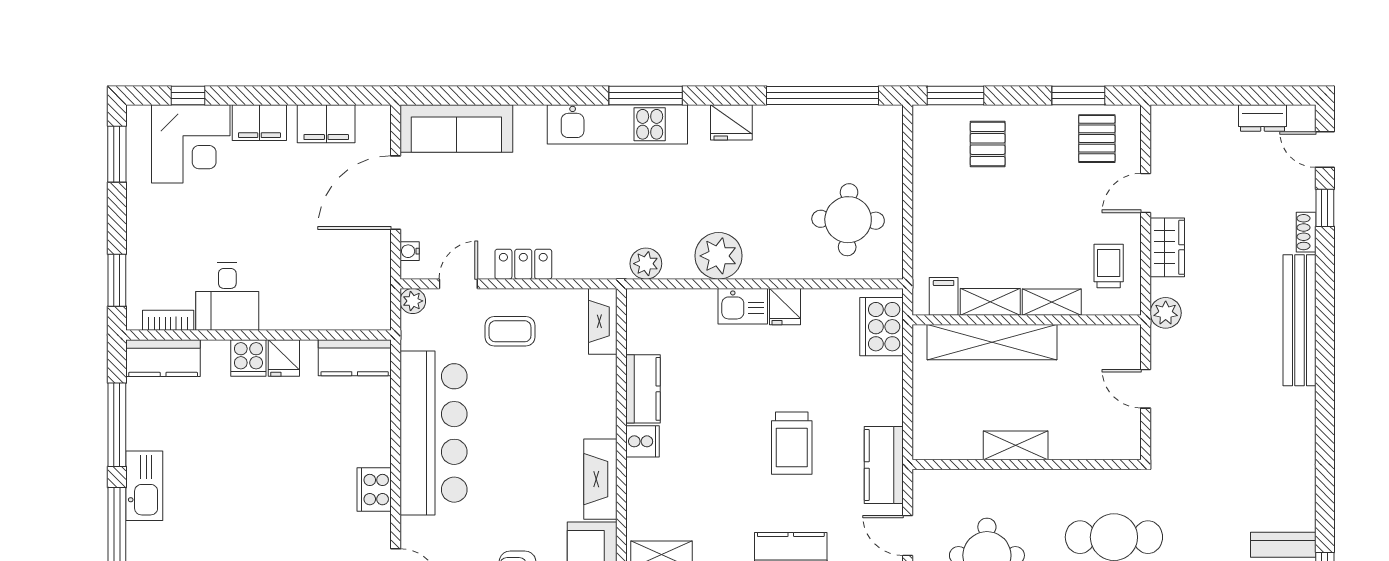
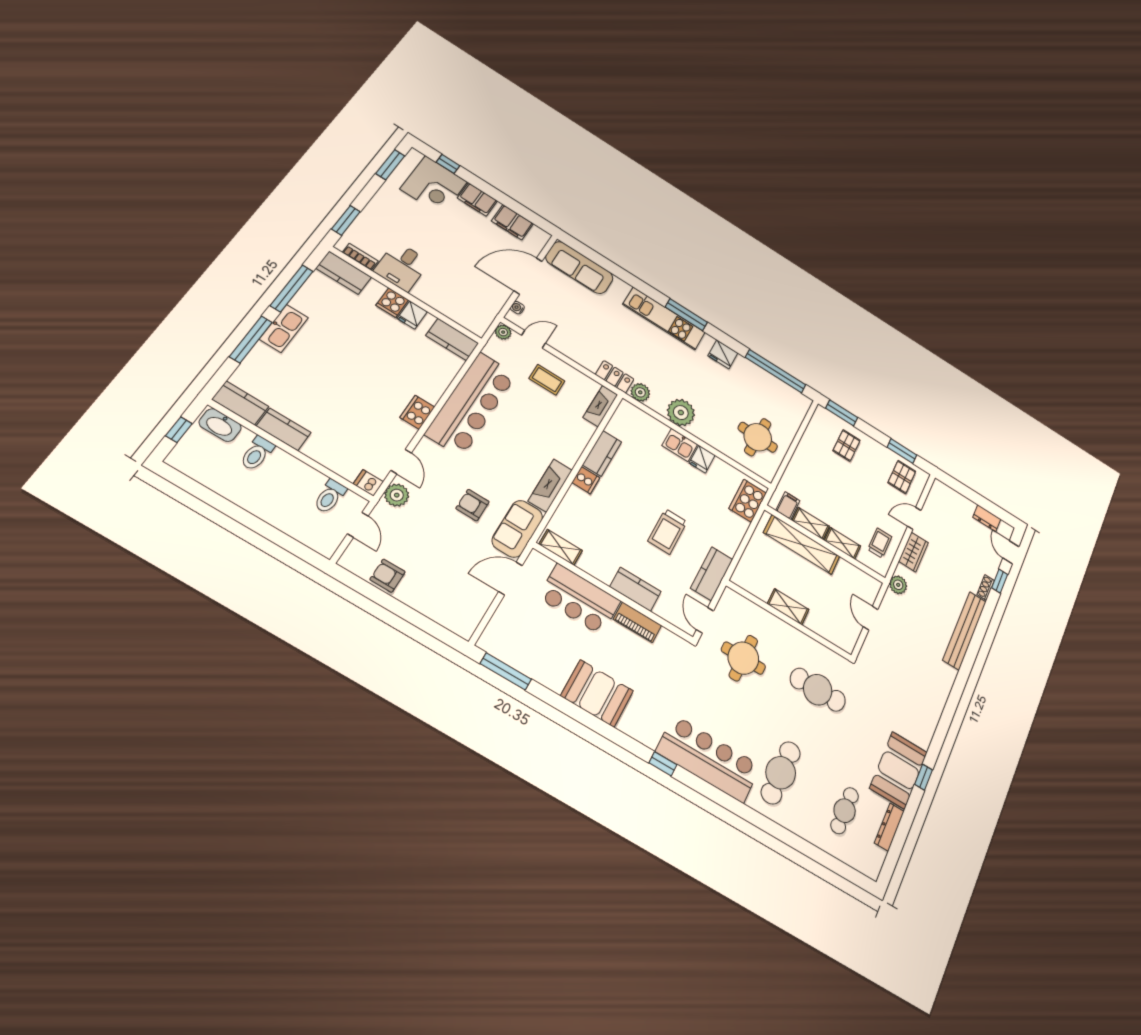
locker: (523, 264) -> (615, 377), moved

